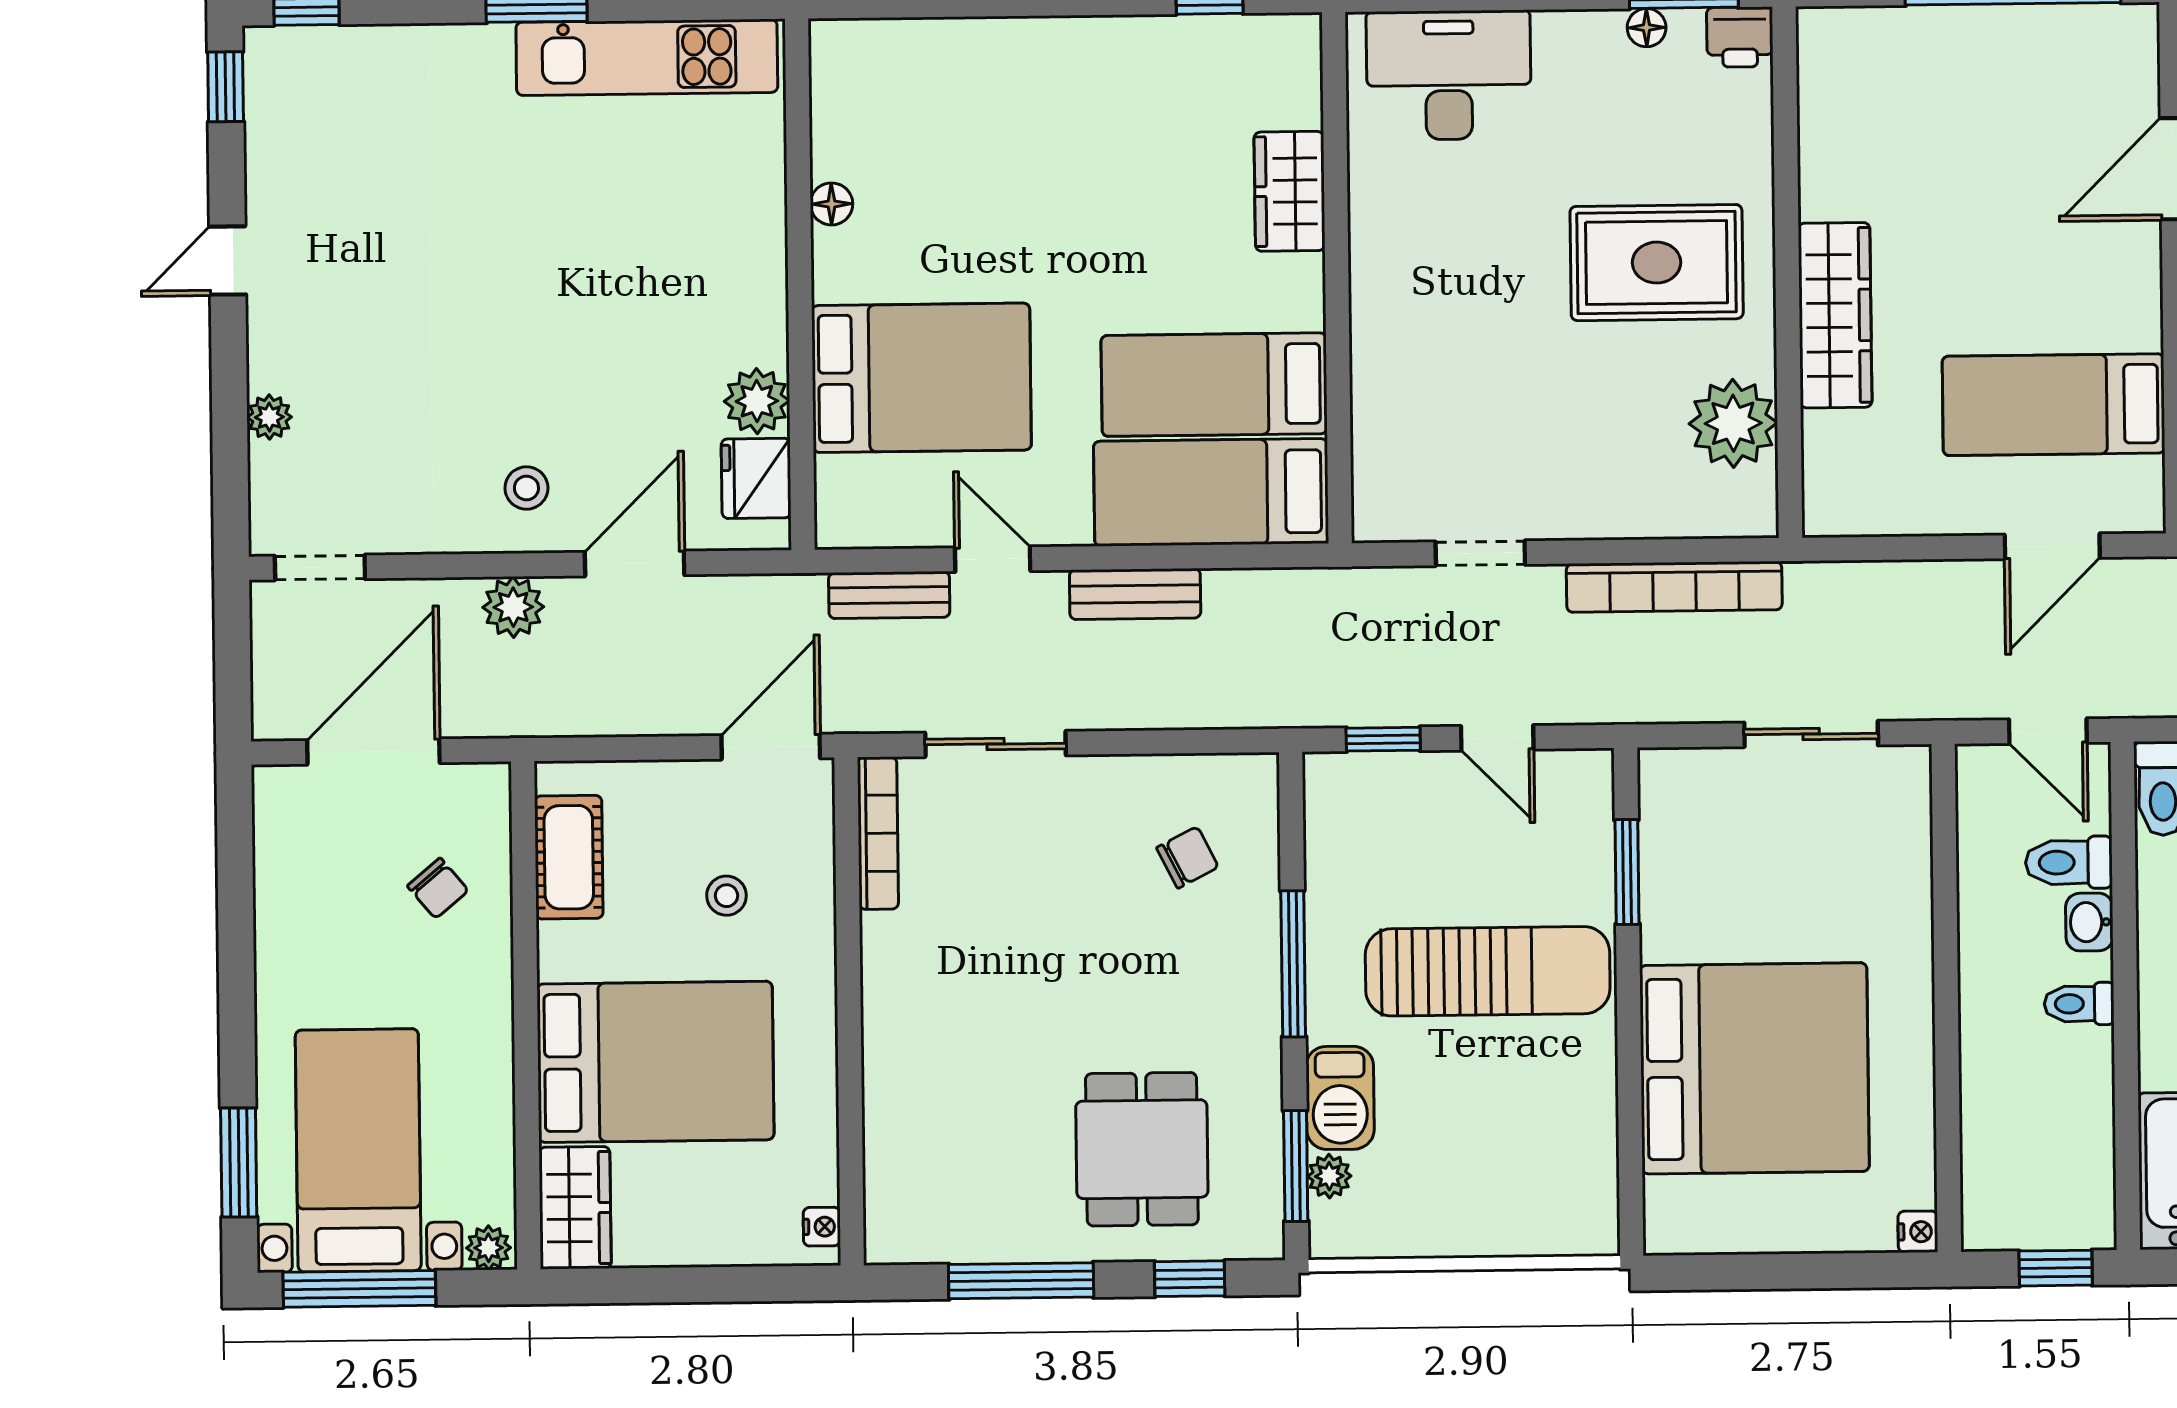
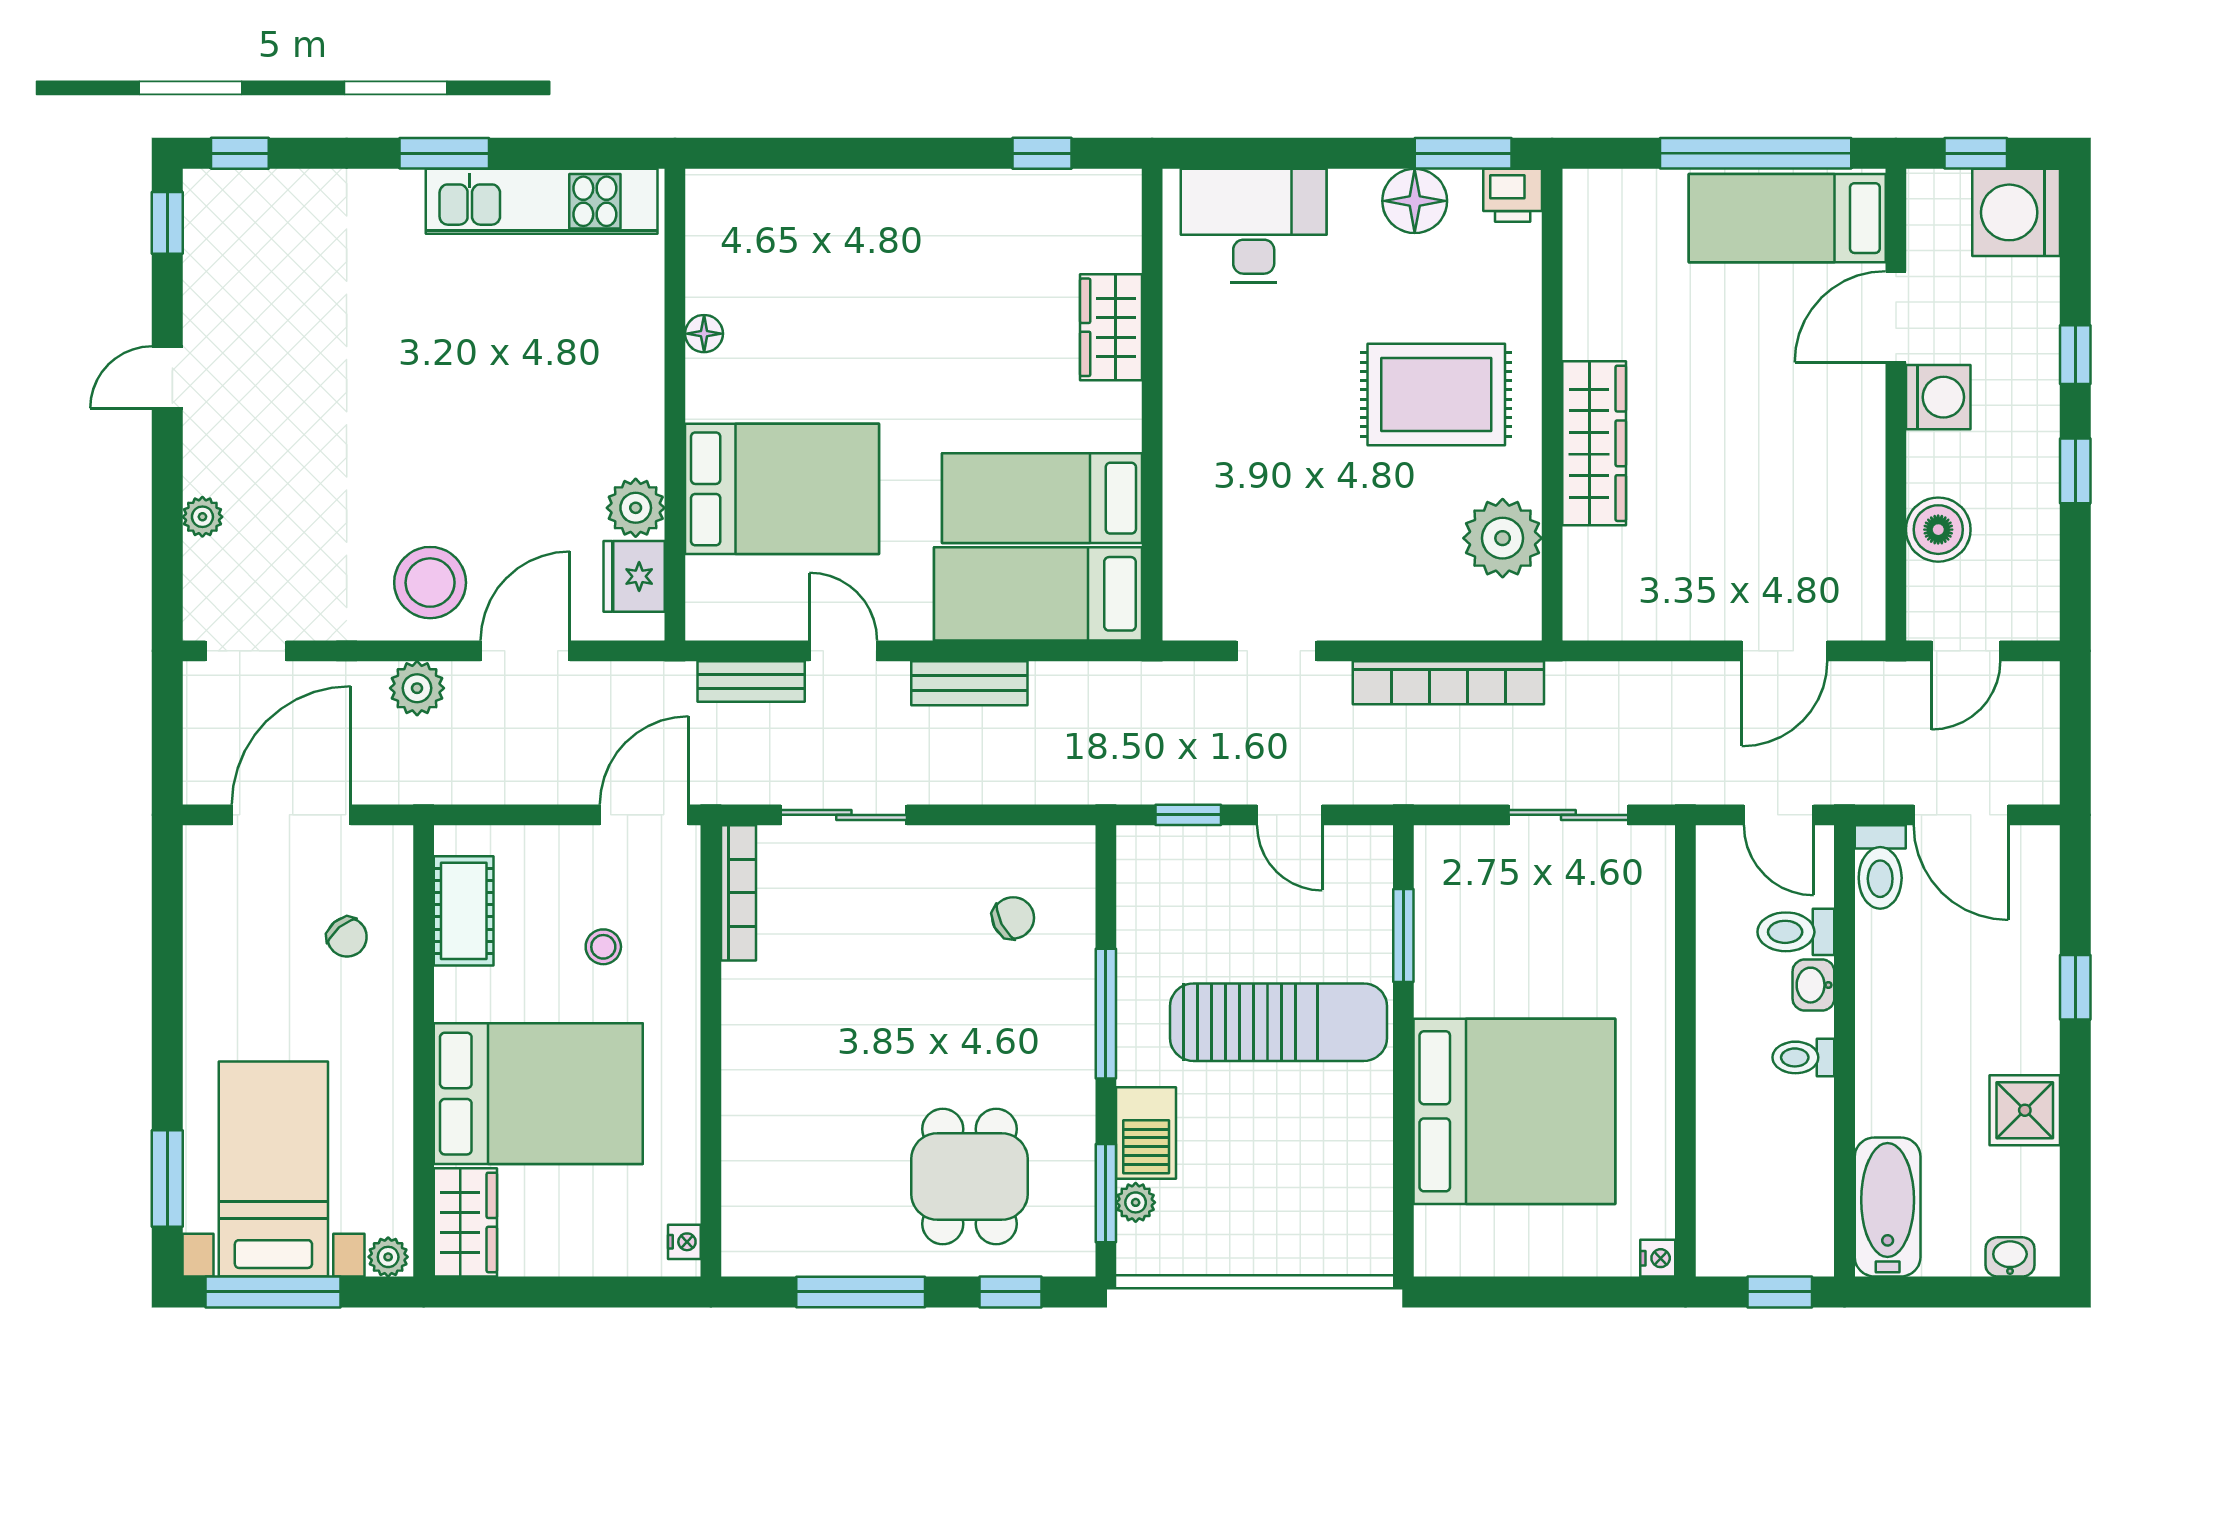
floor lamp: (1647, 28) -> (1415, 201), width x1.89, depth x1.89
bed: (2054, 405) -> (1787, 218), moved
stool: (526, 488) -> (430, 583), width x1.89, depth x1.89

